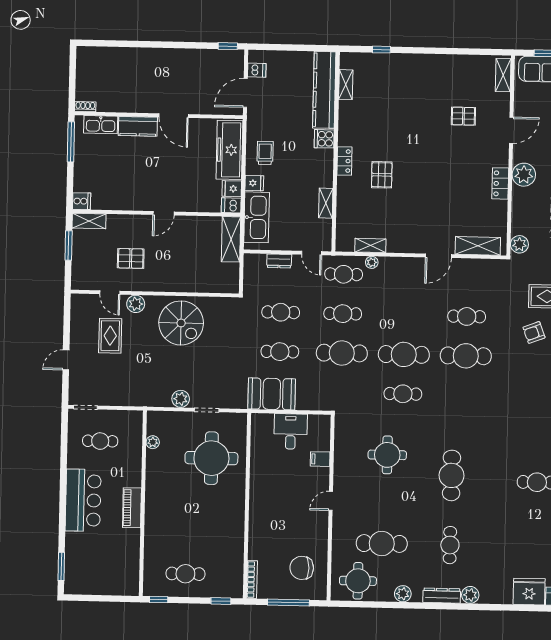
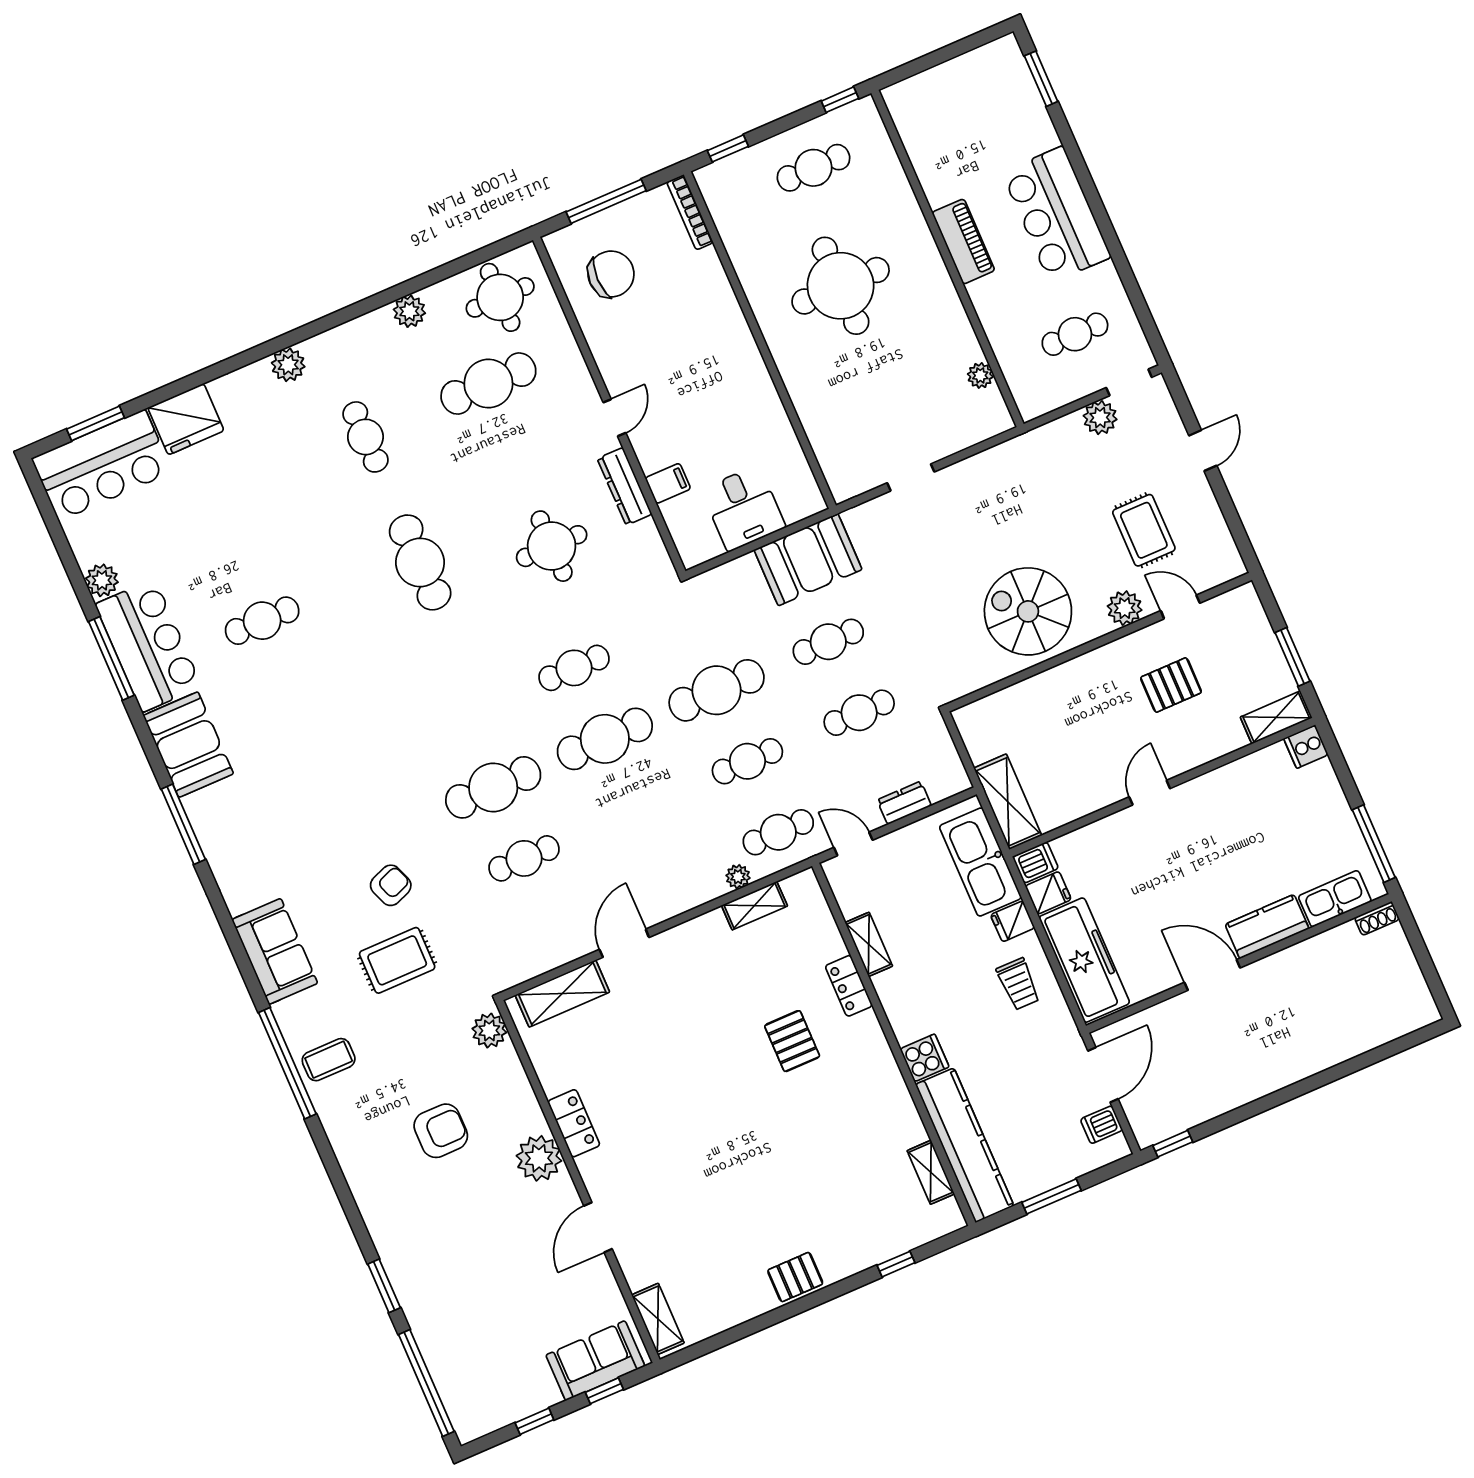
window: (295, 48) -> (1052, 1196), added
pallet: (463, 116) -> (795, 1277), moved
locker: (344, 161) -> (849, 986), moved
plant: (181, 399) -> (1100, 418), moved
round table: (211, 458) -> (841, 286), moved
dresser: (442, 596) -> (625, 486), moved, turned 90

